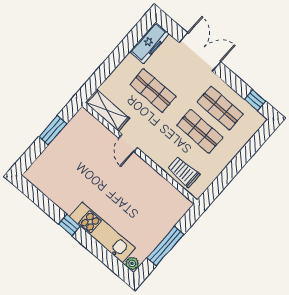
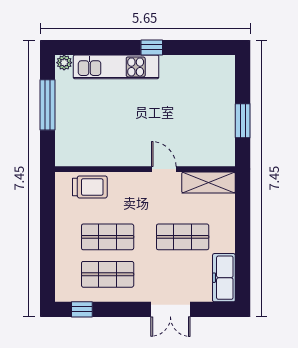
double door: (200, 52) -> (170, 309), width x0.73

